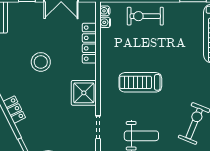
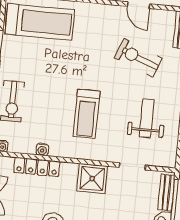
water cooler: (105, 22) -> (42, 150), moved

